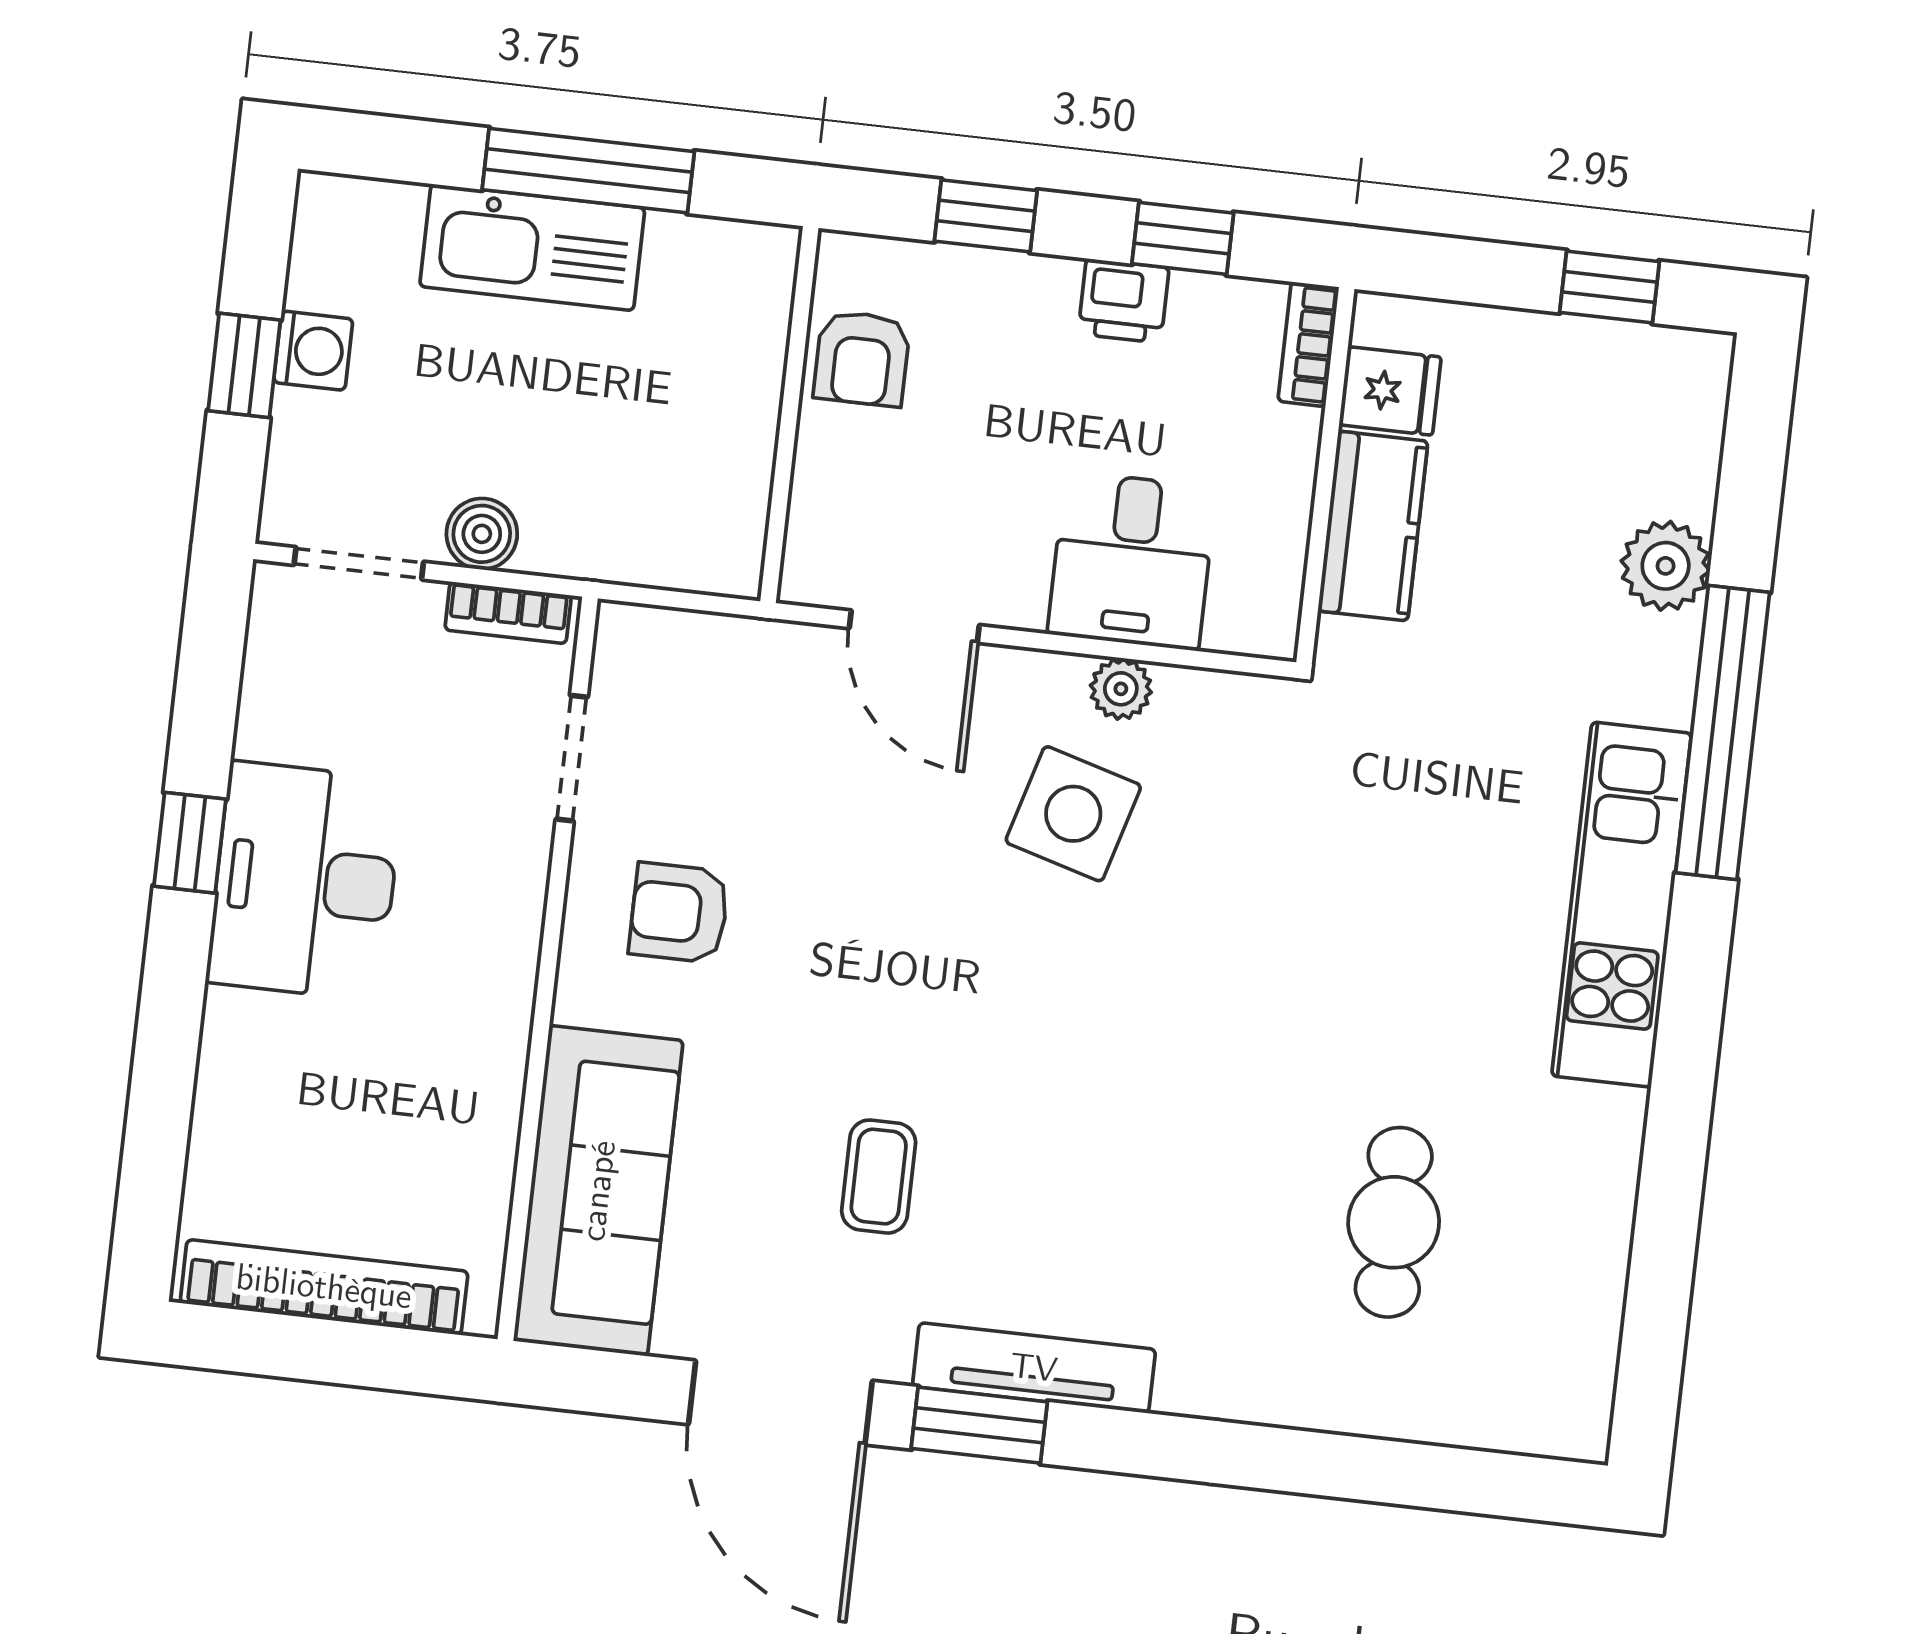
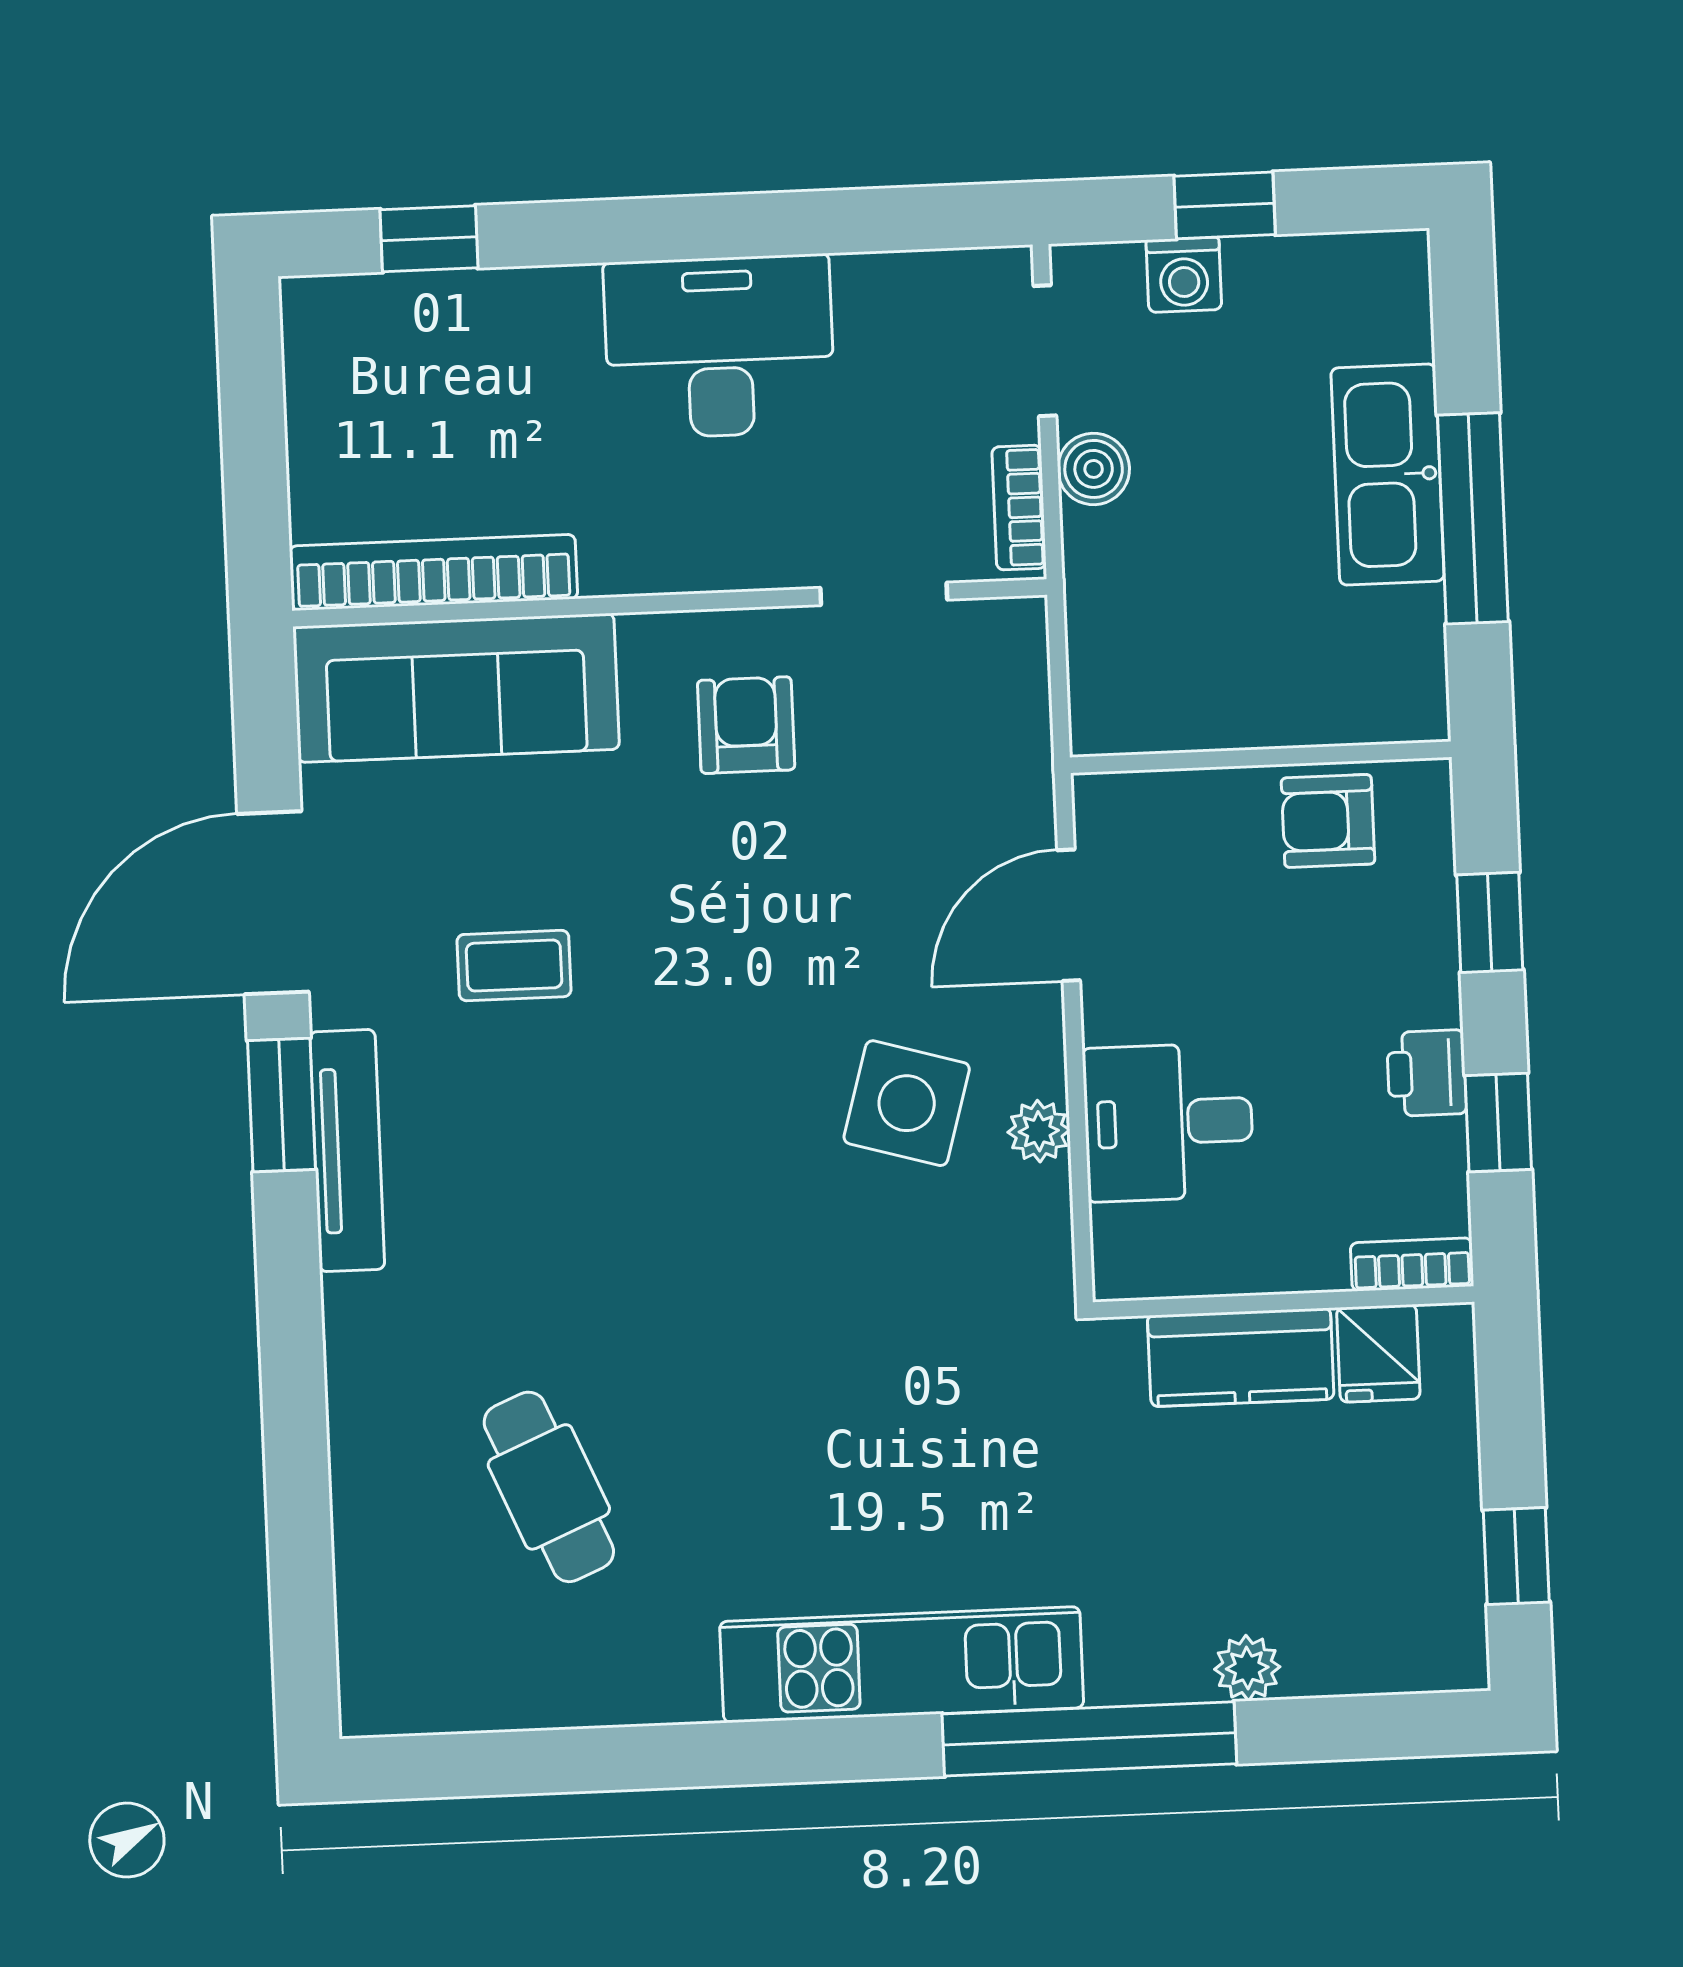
washing machine: (313, 351) -> (1184, 275), moved
plant: (1666, 566) -> (1247, 1668), width x0.73, depth x0.73
window: (190, 843) -> (429, 239), moved
cafe table: (1394, 1222) -> (549, 1487), turned 68
bookcase: (324, 1287) -> (433, 572), moved, turned -90

